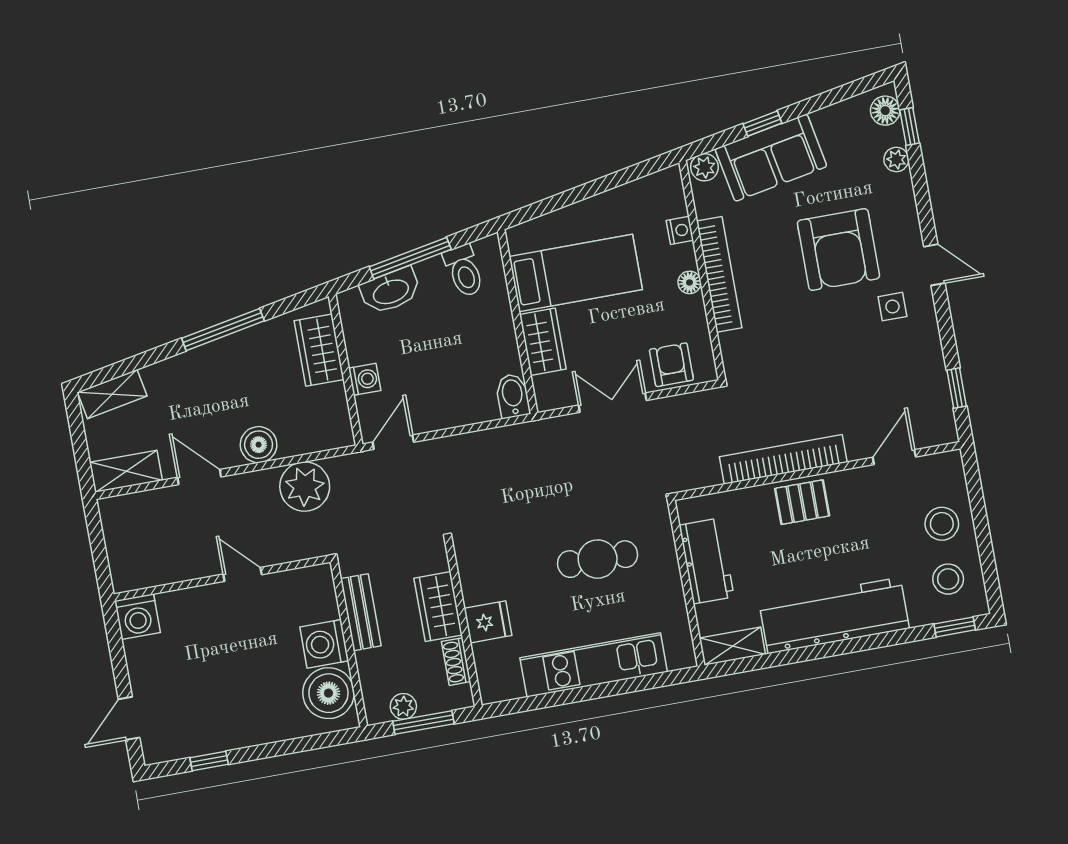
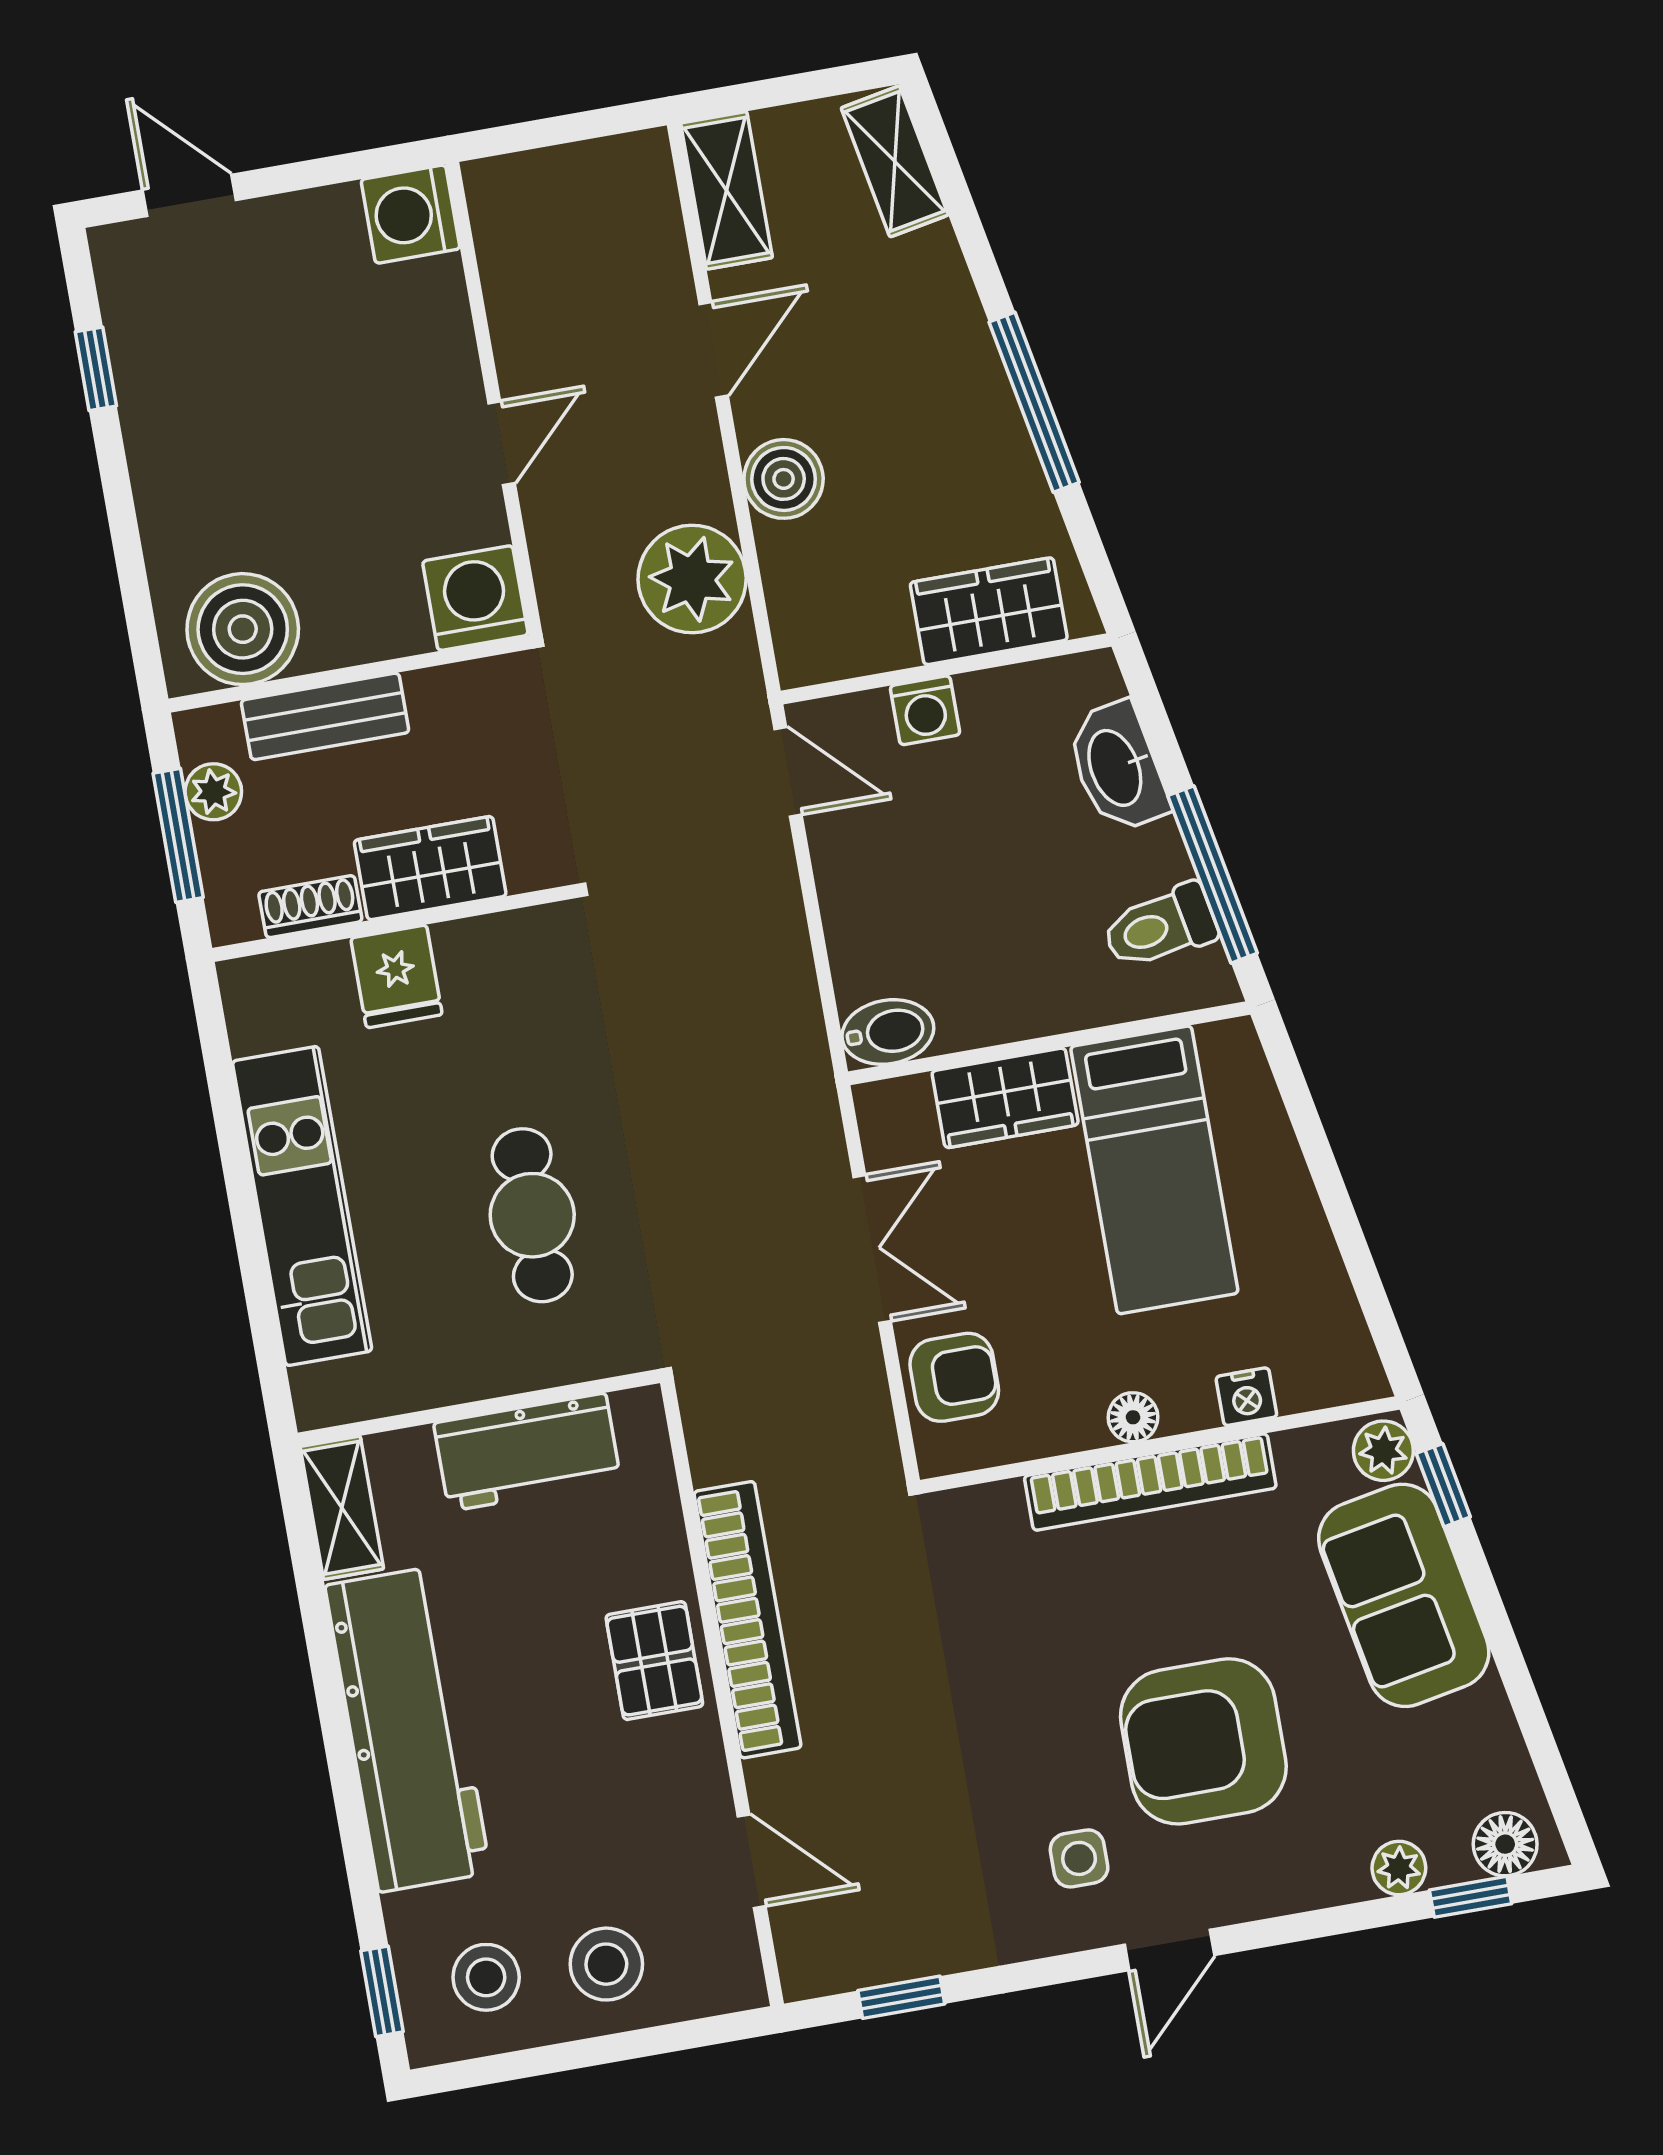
window: (762, 123) -> (1443, 1485), moved
window: (410, 258) -> (1213, 874), moved
bench: (361, 612) -> (325, 716), moved
washing machine: (324, 644) -> (475, 598), moved

